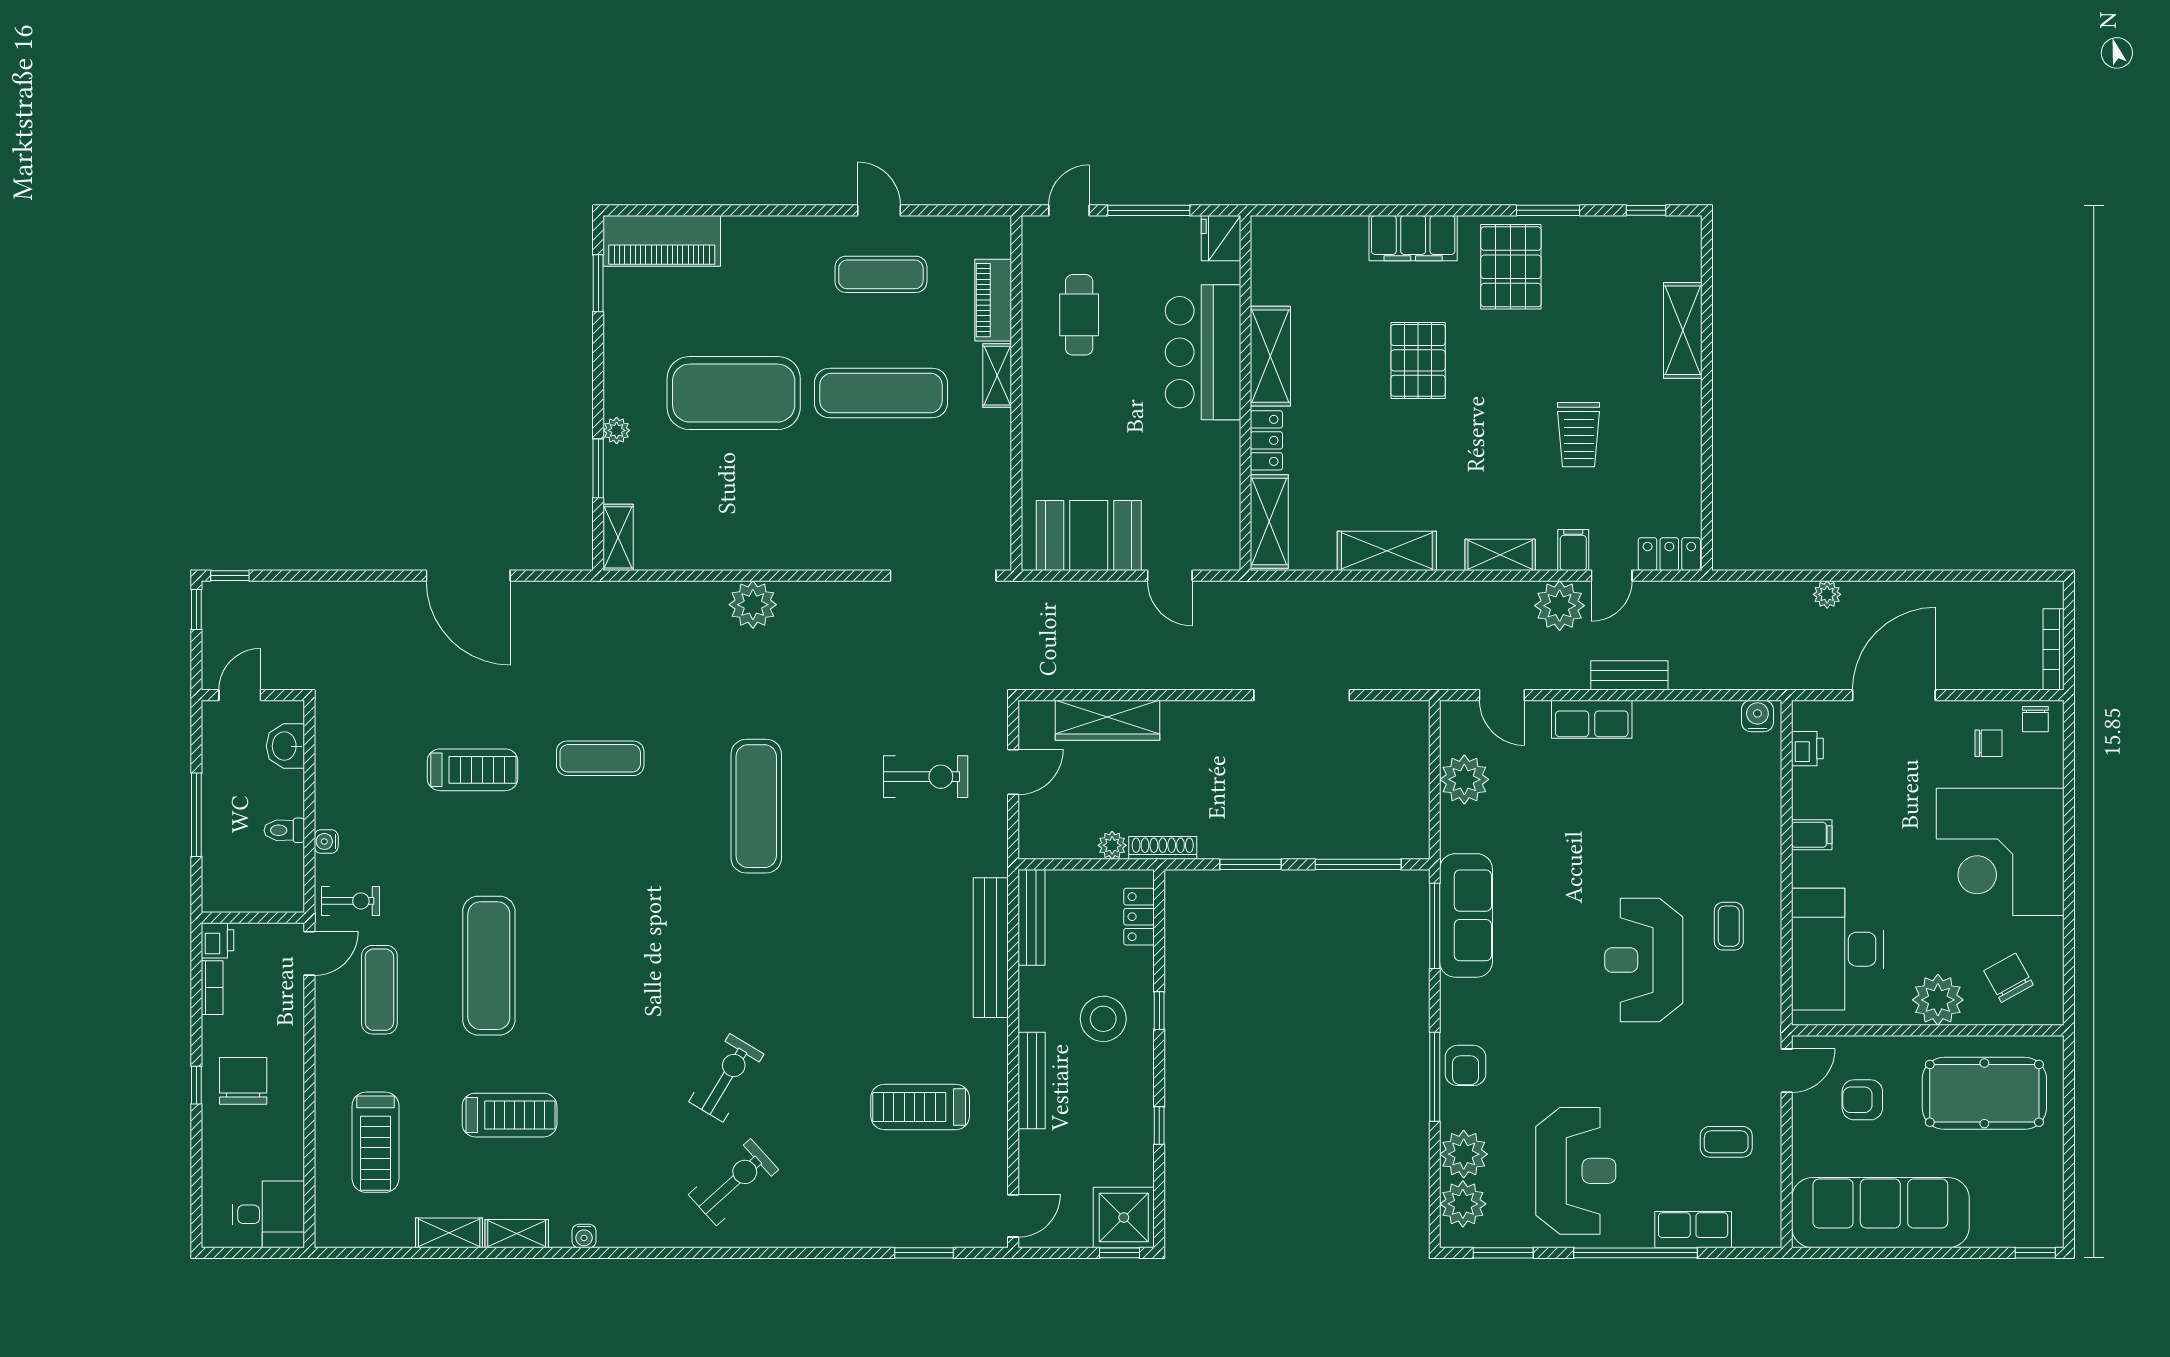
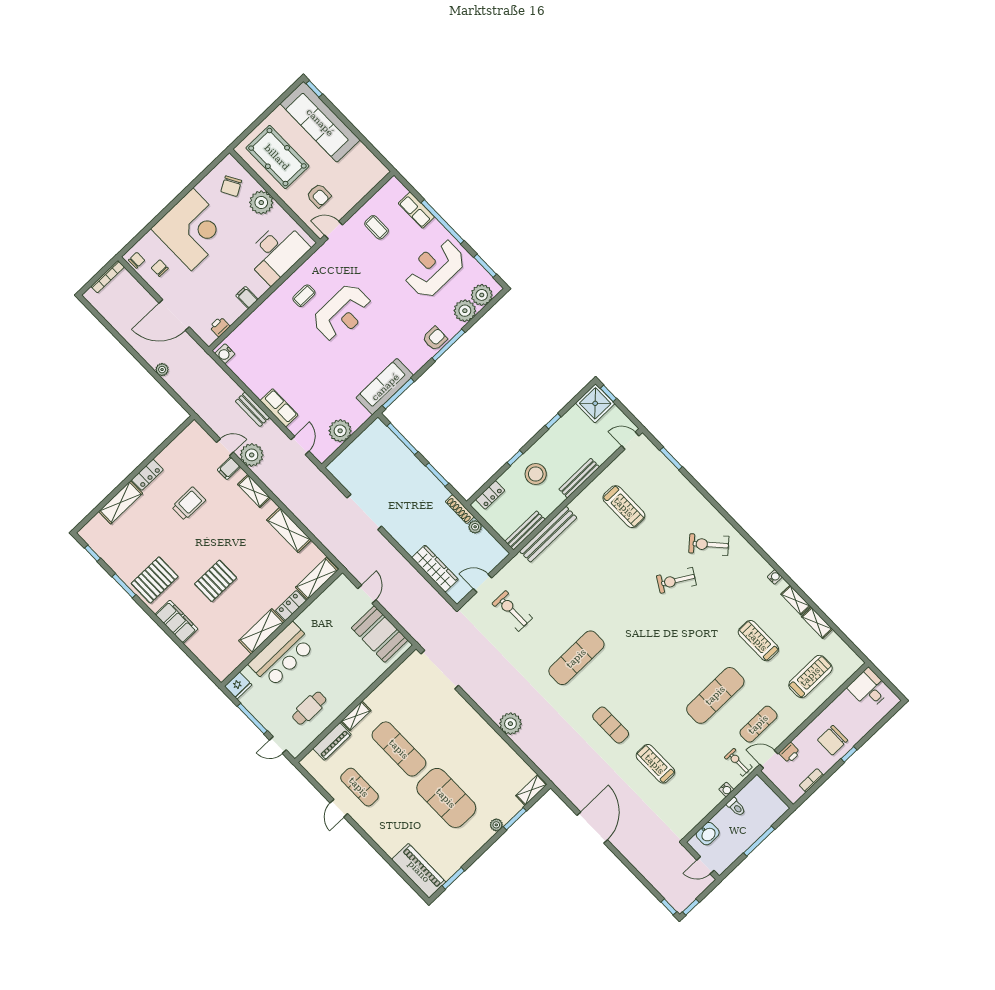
locker: (1669, 554) -> (147, 475), moved, turned -90
printer: (218, 940) -> (790, 753), moved, turned 180
sofa: (1880, 1213) -> (320, 122), moved

